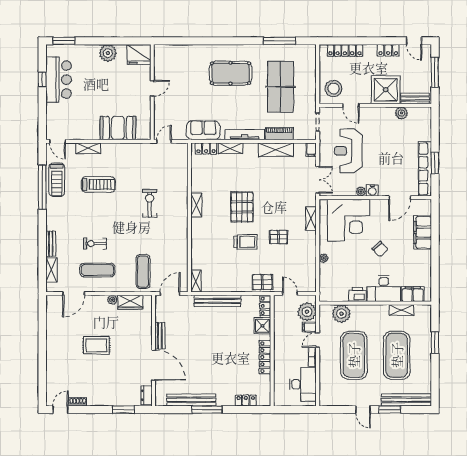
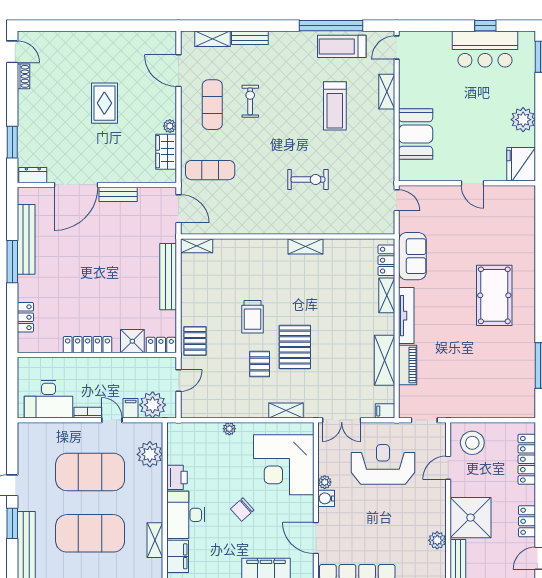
table tennis table: (281, 87) -> (475, 367), removed
pallet: (242, 207) -> (295, 347), moved, turned 90

